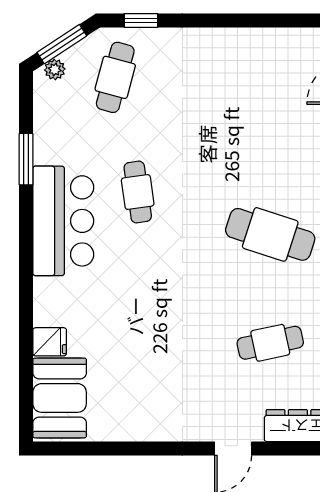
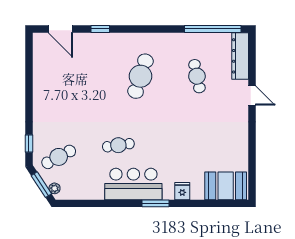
cafe table: (115, 77) -> (59, 157), turned -43
window: (26, 159) -> (156, 203), moved
fridge: (50, 342) -> (182, 191), moved

